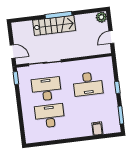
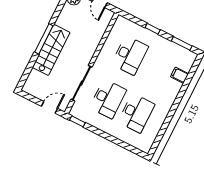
desk: (46, 89) -> (108, 99), turned 180
desk: (50, 116) -> (136, 113), turned 180

